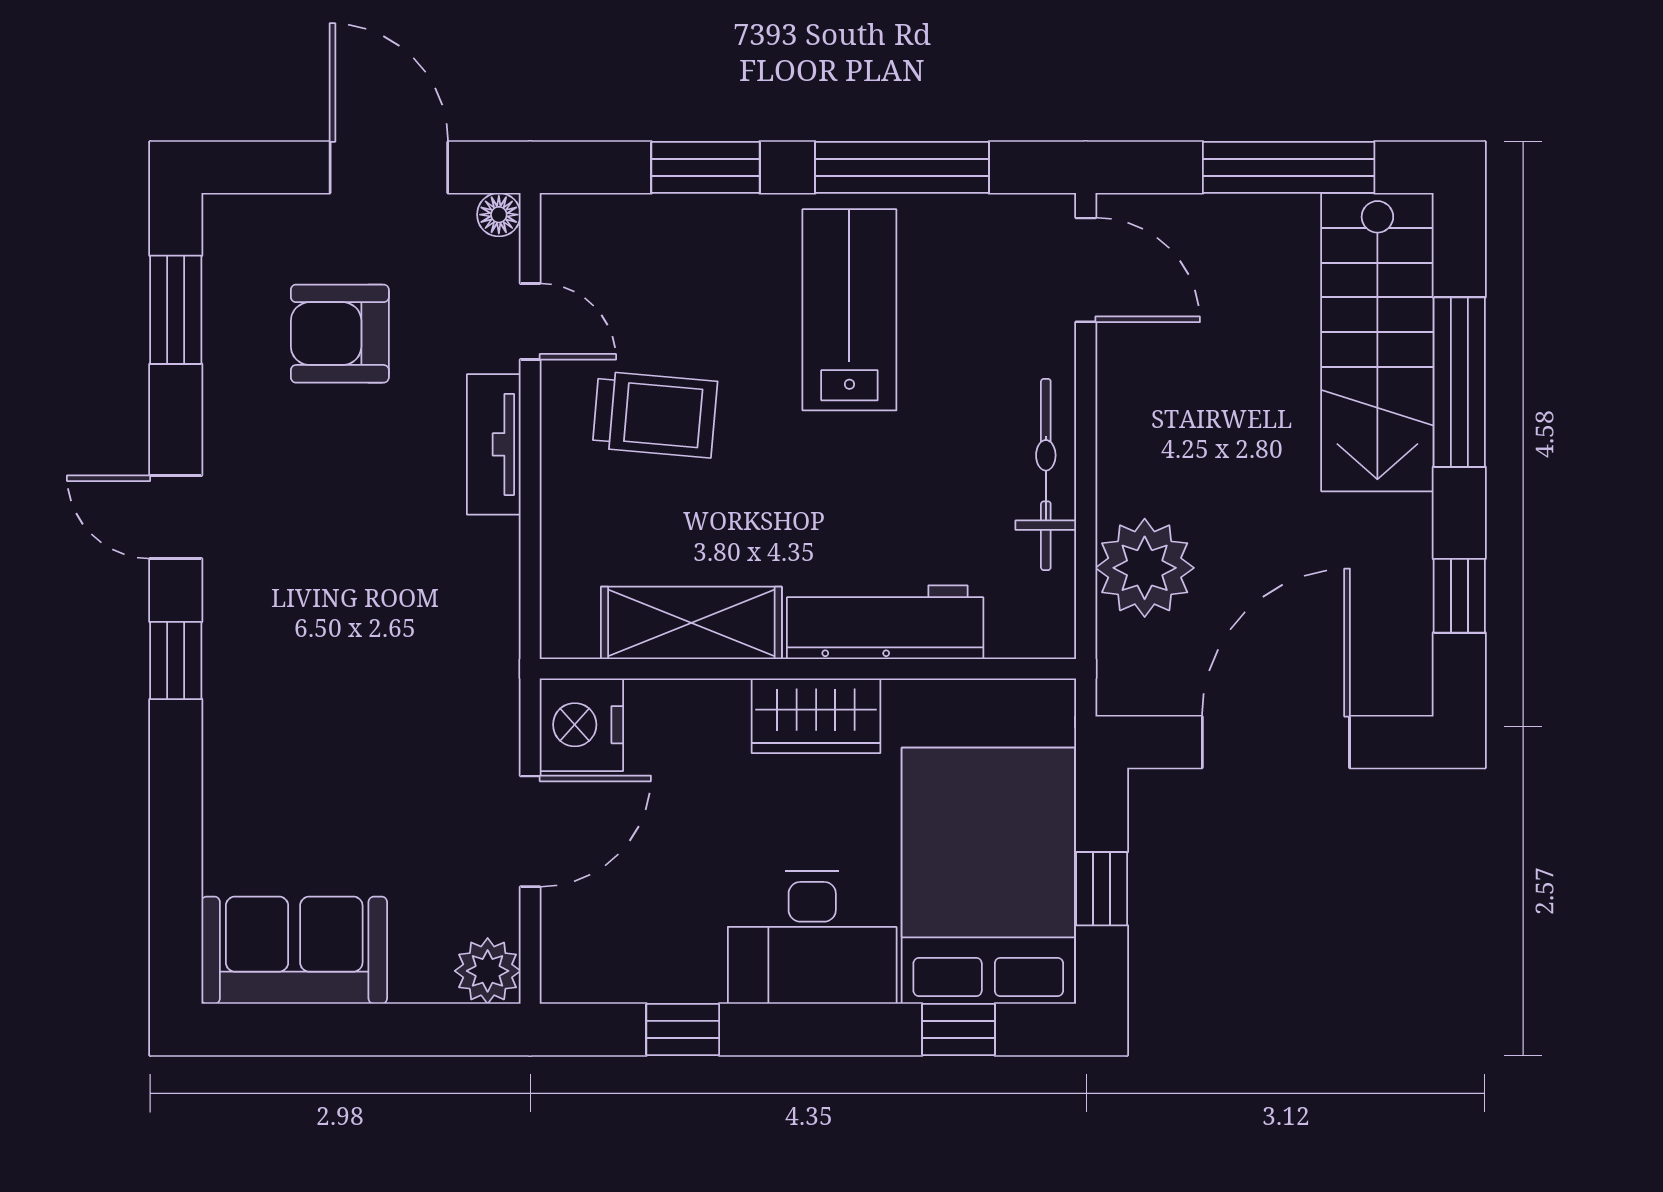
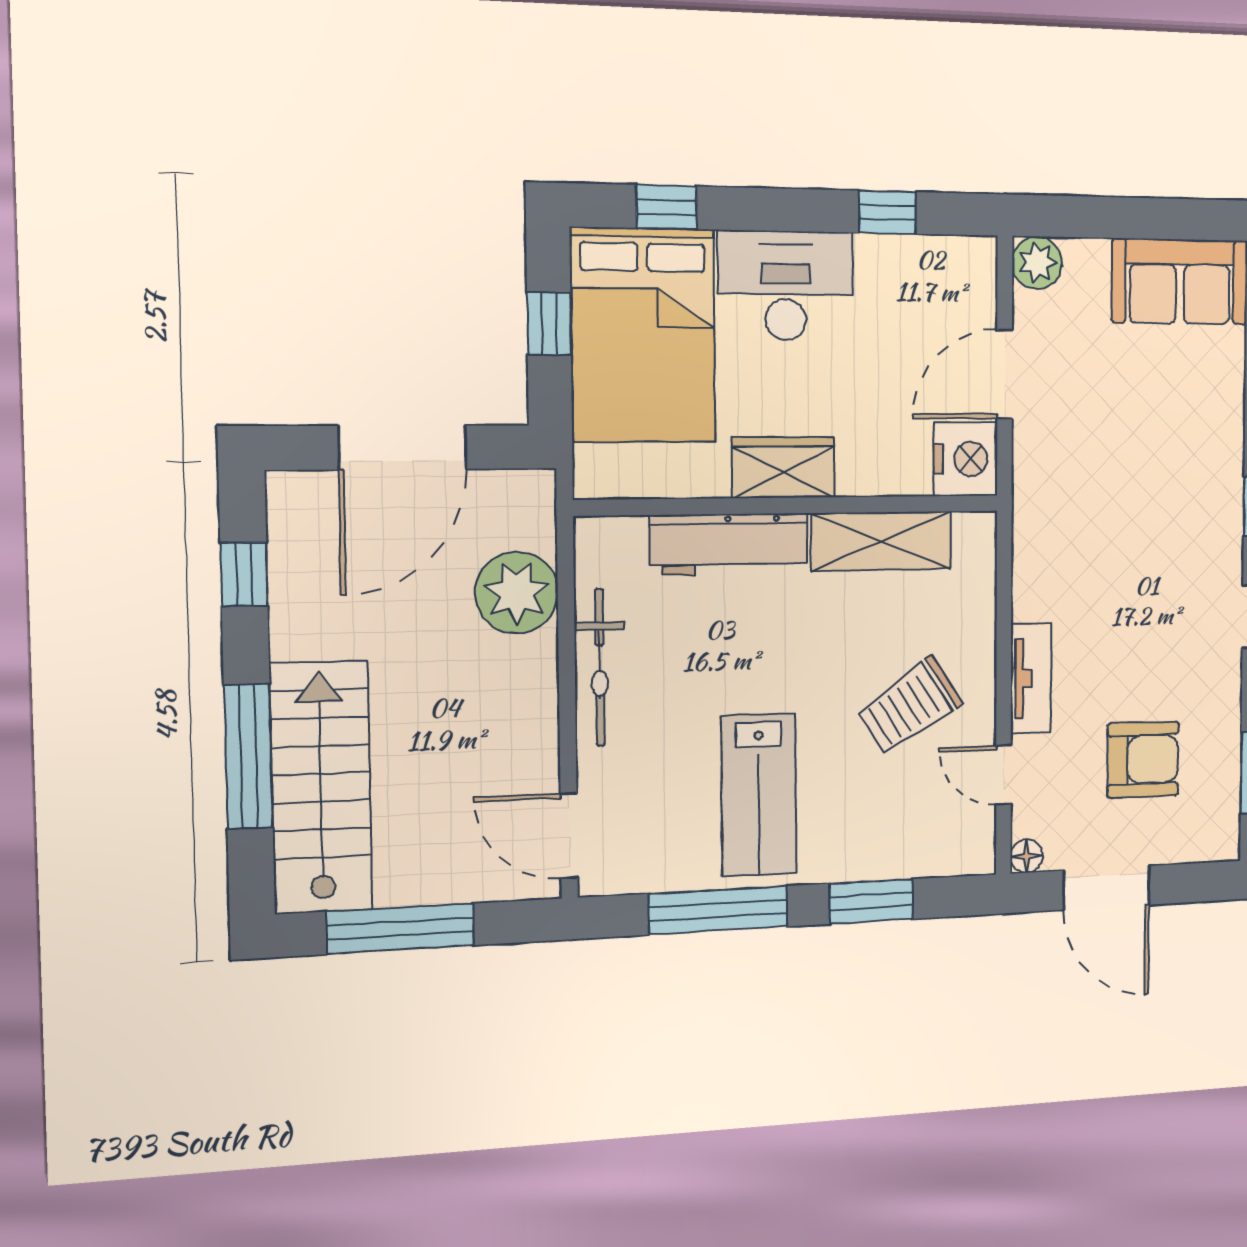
trolley: (655, 414) -> (910, 706), turned -38

